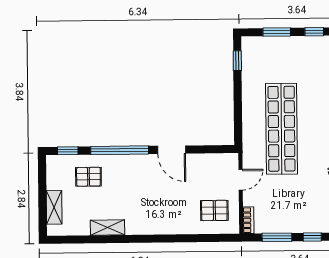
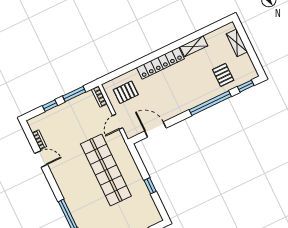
window: (237, 61) -> (150, 186), moved
door: (172, 150) -> (155, 130), moved
pallet: (88, 177) -> (223, 75), turned 90
locker: (157, 226) -> (160, 63), added

